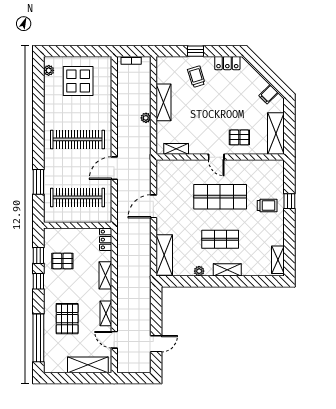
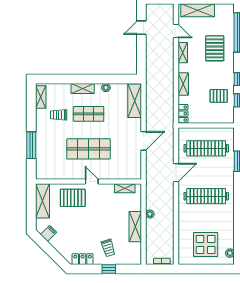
pallet: (239, 137) -> (73, 198), width x1.50, depth x1.42
window: (289, 201) -> (31, 145), width x2.17
trolley: (267, 205) -> (59, 115), moved

